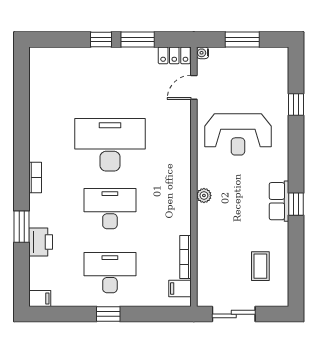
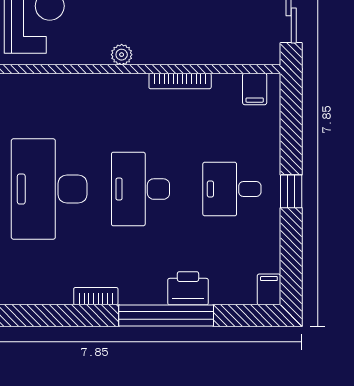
window: (22, 227) -> (166, 316), width x2.11
bookcase: (185, 257) -> (180, 81), moved
desk: (110, 273) -> (232, 189), width x0.73

